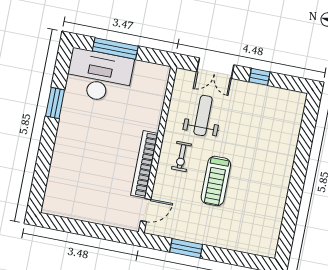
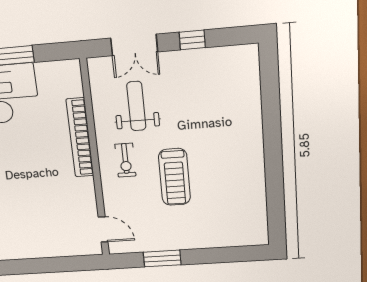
bookcase: (144, 164) -> (80, 138), moved
door: (146, 210) -> (103, 229), hinge flipped

